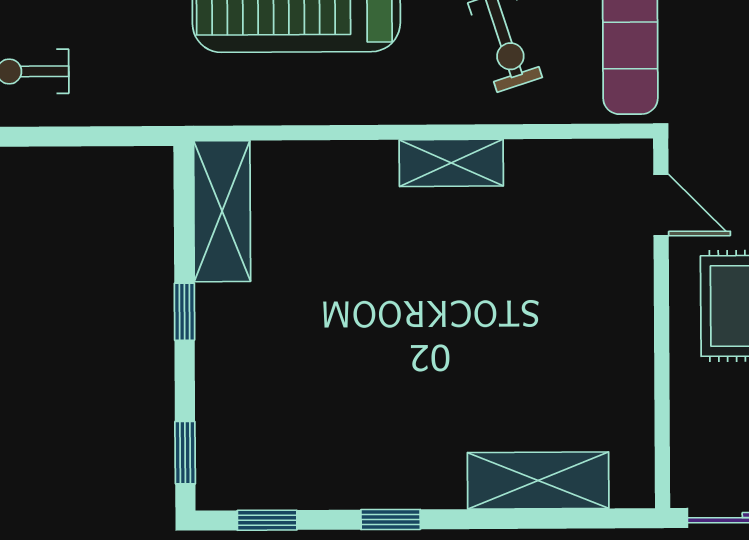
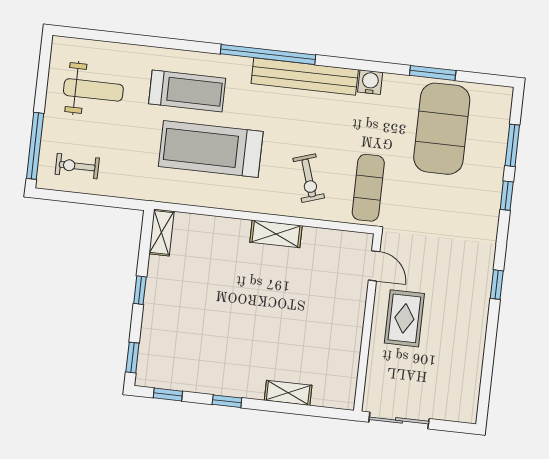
shelving: (222, 211) -> (162, 232), width x0.67, depth x0.75
shelving: (538, 480) -> (288, 393), width x0.67, depth x0.75

